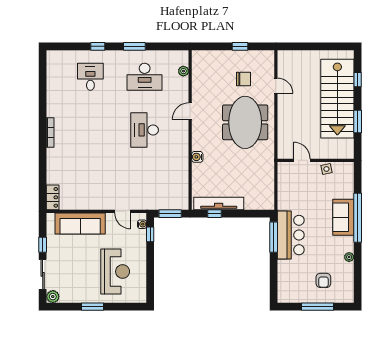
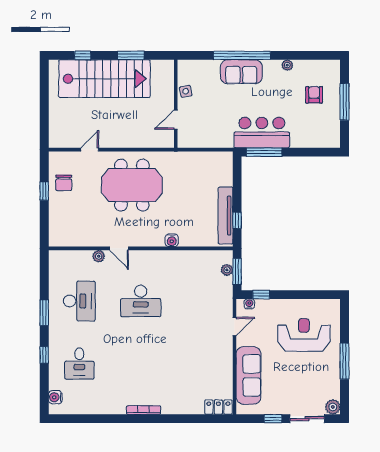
water cooler: (61, 56) -> (55, 397), added
plant: (183, 71) -> (99, 256), moved
desk: (90, 77) -> (79, 364), turned -90
chair: (243, 79) -> (64, 183), moved, turned 180
plant: (172, 205) -> (227, 270), added
armchair: (323, 280) -> (314, 95), turned -90
window: (92, 307) -> (345, 361), width x1.44

